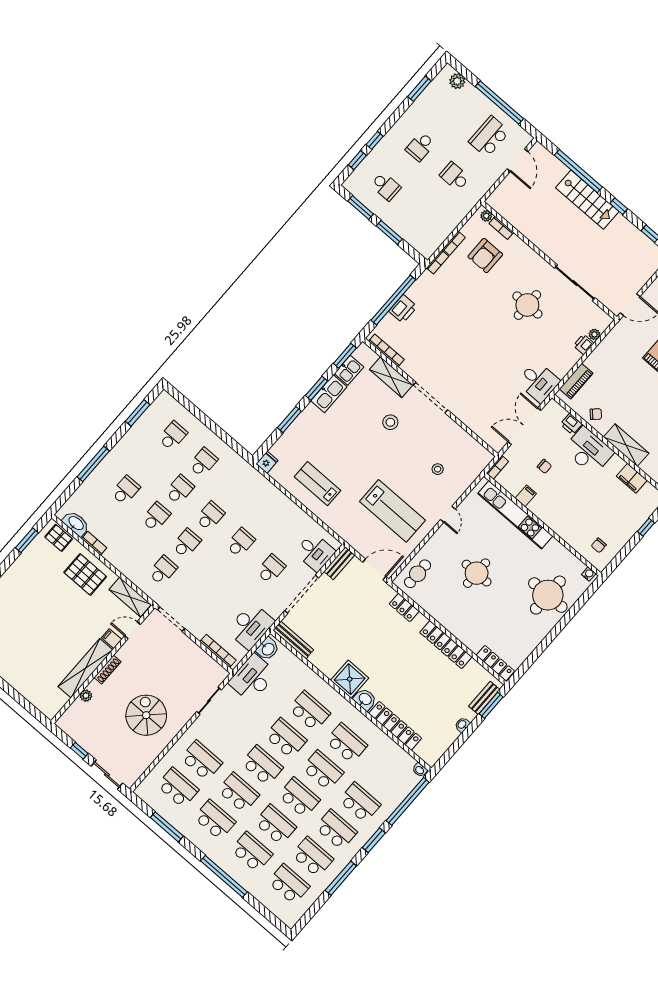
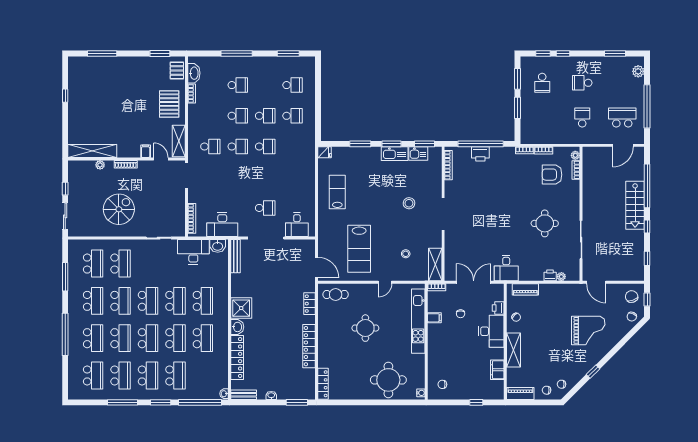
shelving: (391, 377) -> (435, 265), moved
school desk: (241, 542) -> (265, 177), removed
bench: (339, 563) -> (303, 244), removed
shelving: (85, 668) -> (92, 151), moved
bench: (484, 698) -> (244, 395), moved

